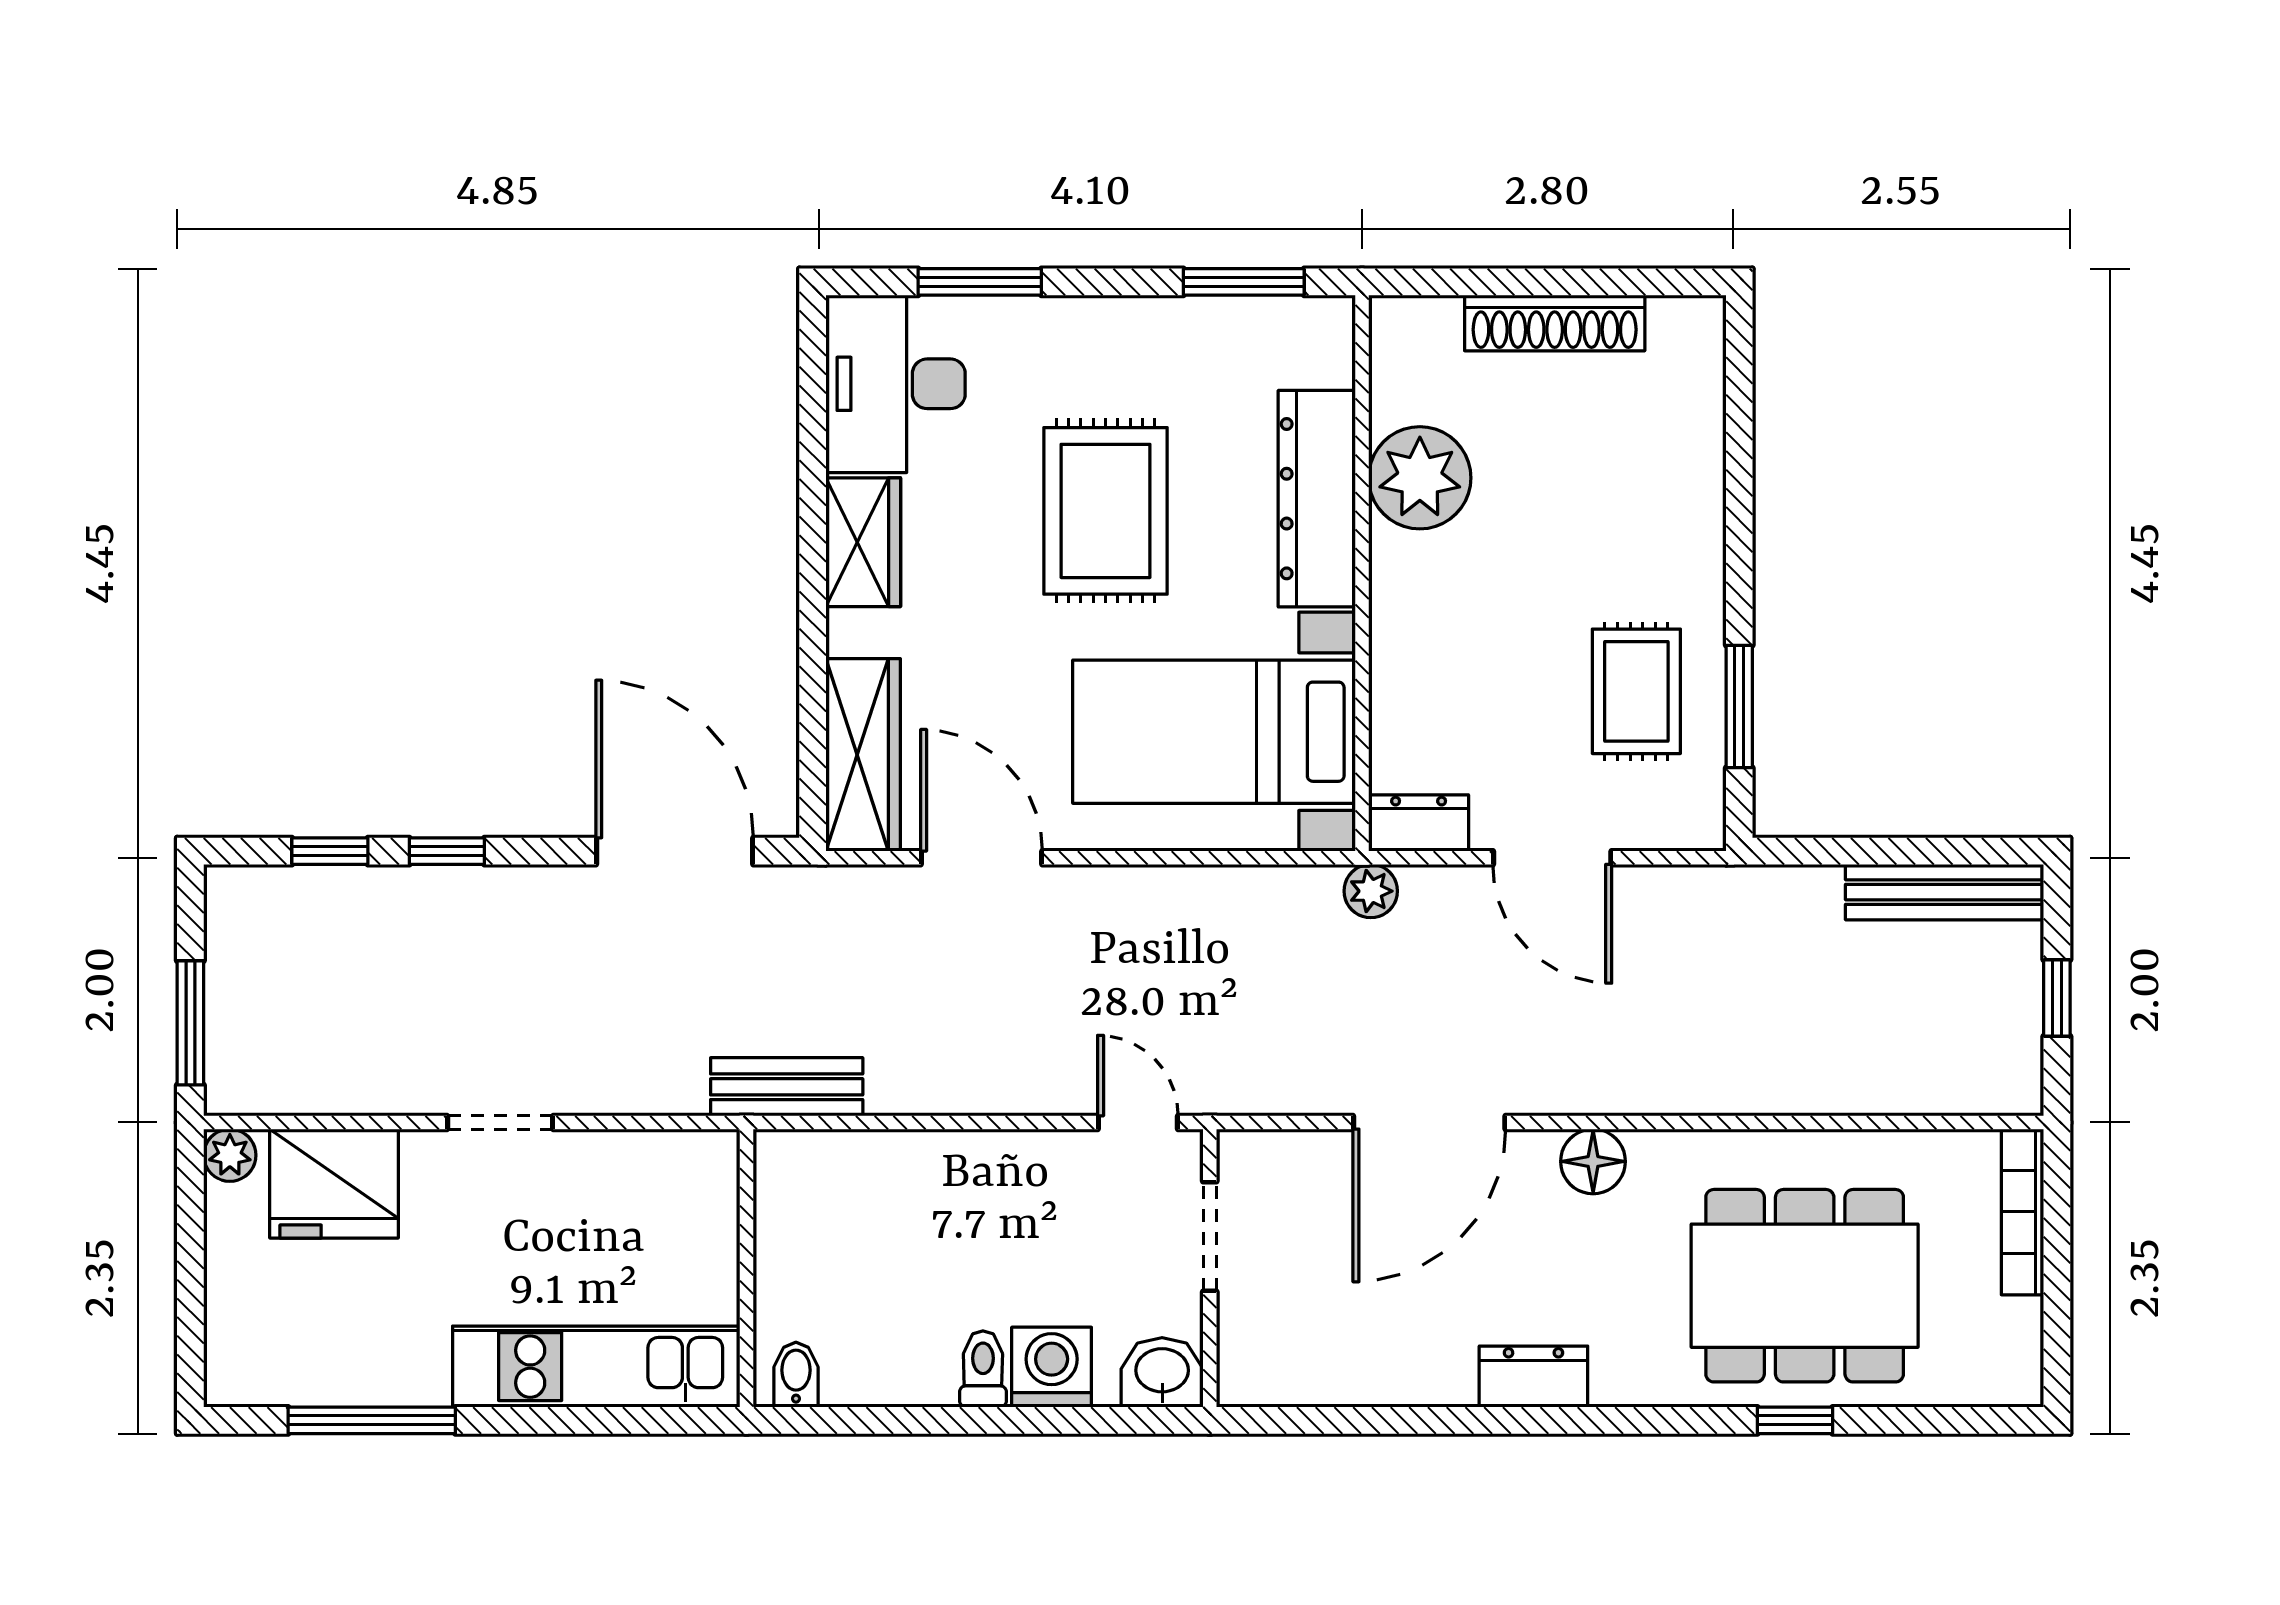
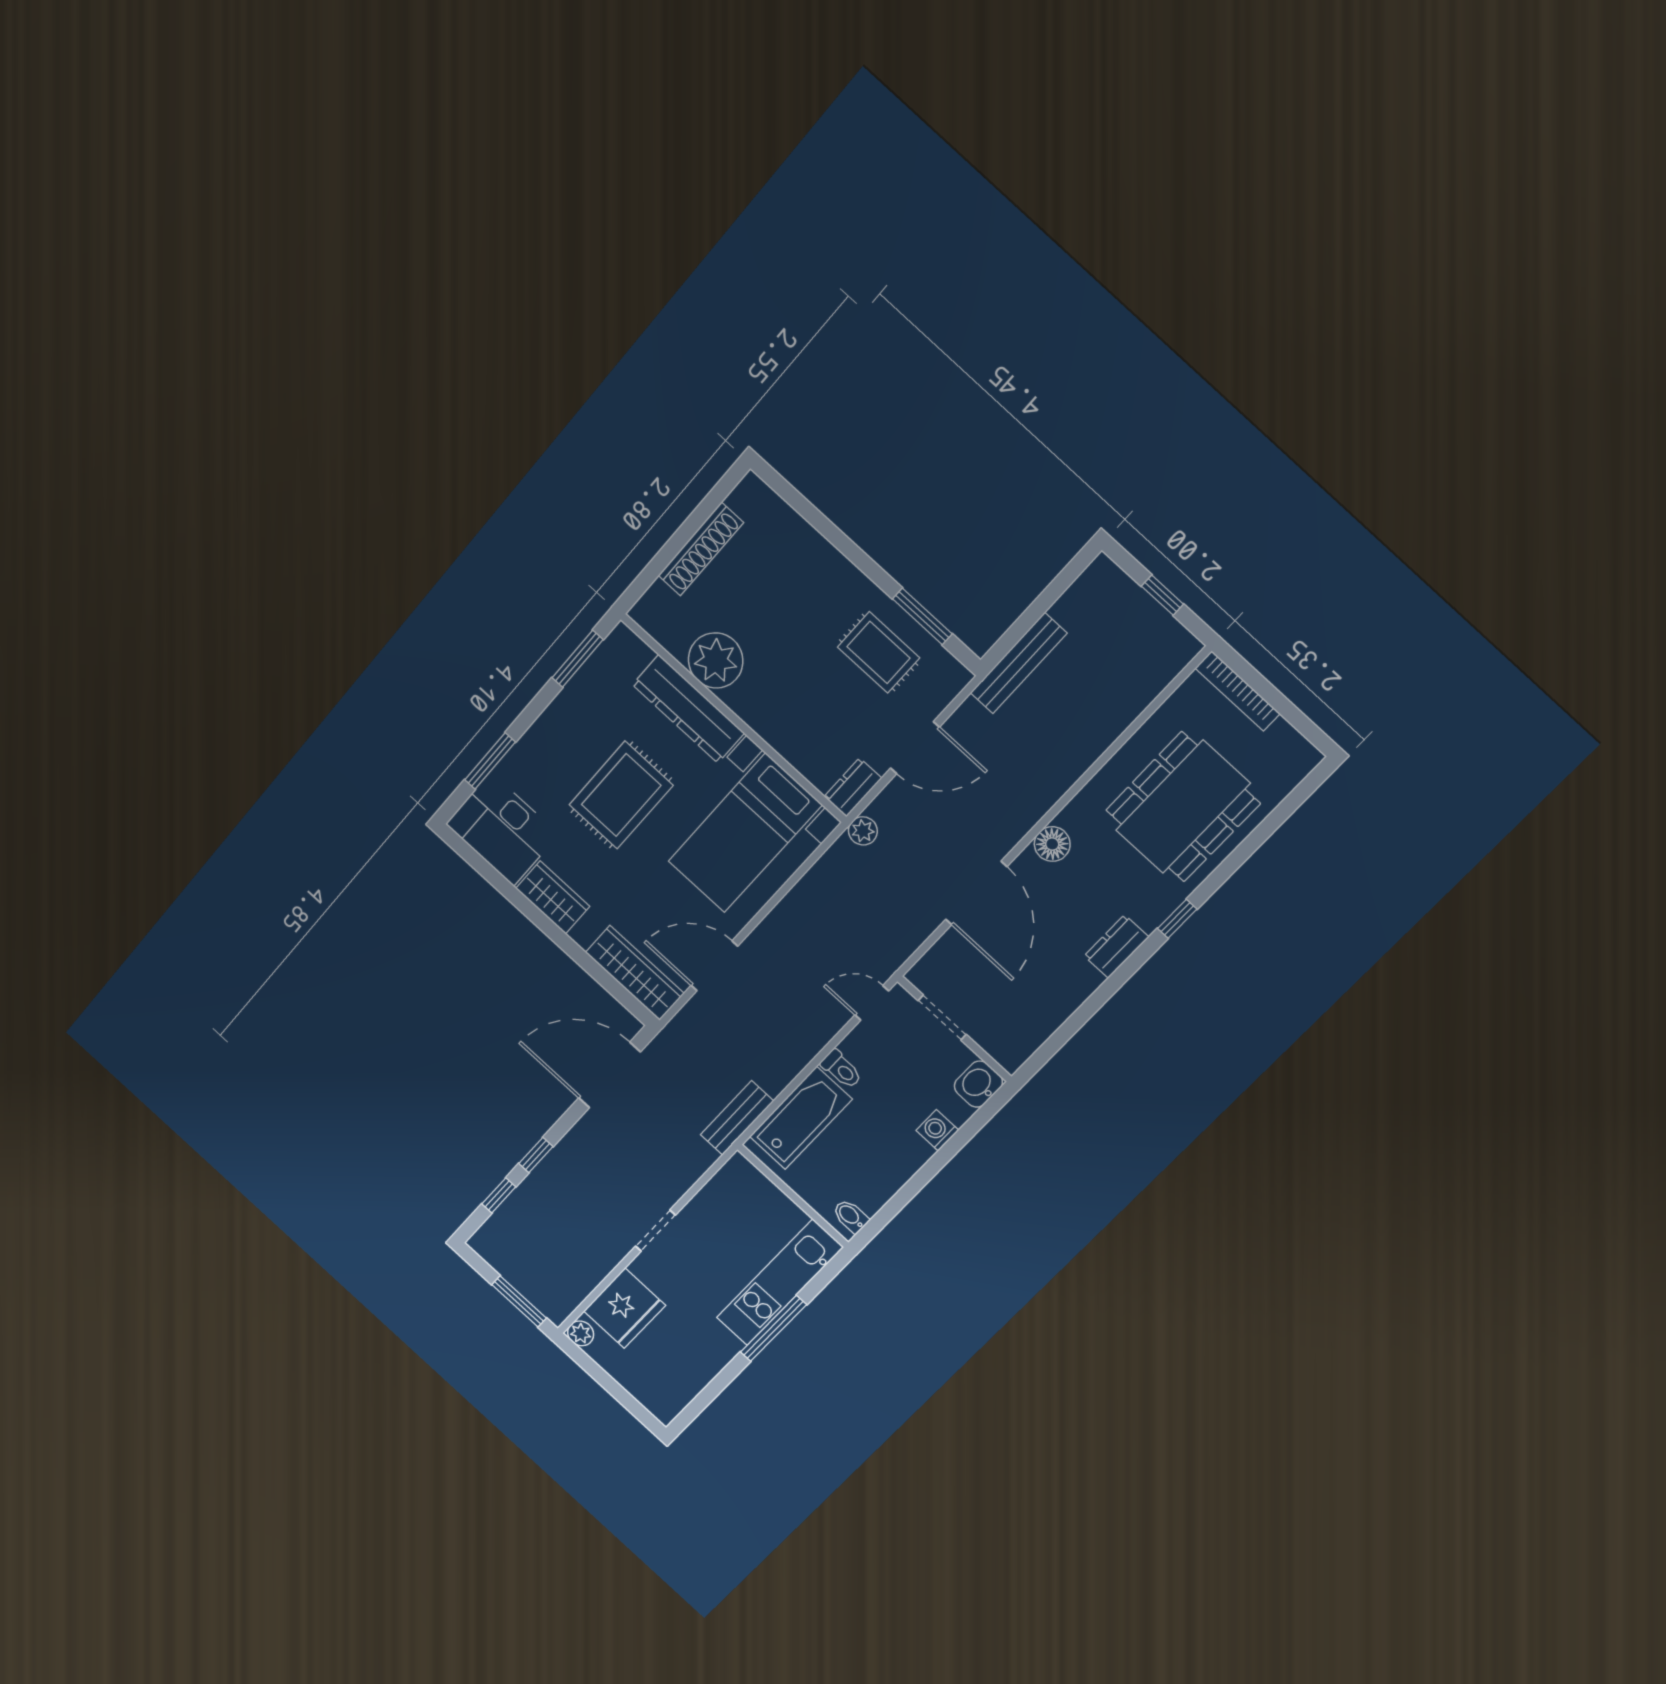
rug: (1106, 511) -> (621, 795), turned 90
bench: (1945, 892) -> (1019, 663), moved
bathtub: (874, 1175) -> (801, 1118), added
washing machine: (1052, 1367) -> (937, 1130), width x0.73, depth x0.73
toilet: (983, 1369) -> (841, 1069), moved, turned 180
window: (372, 1420) -> (773, 1328), moved
window: (1795, 1420) -> (1177, 919), moved

